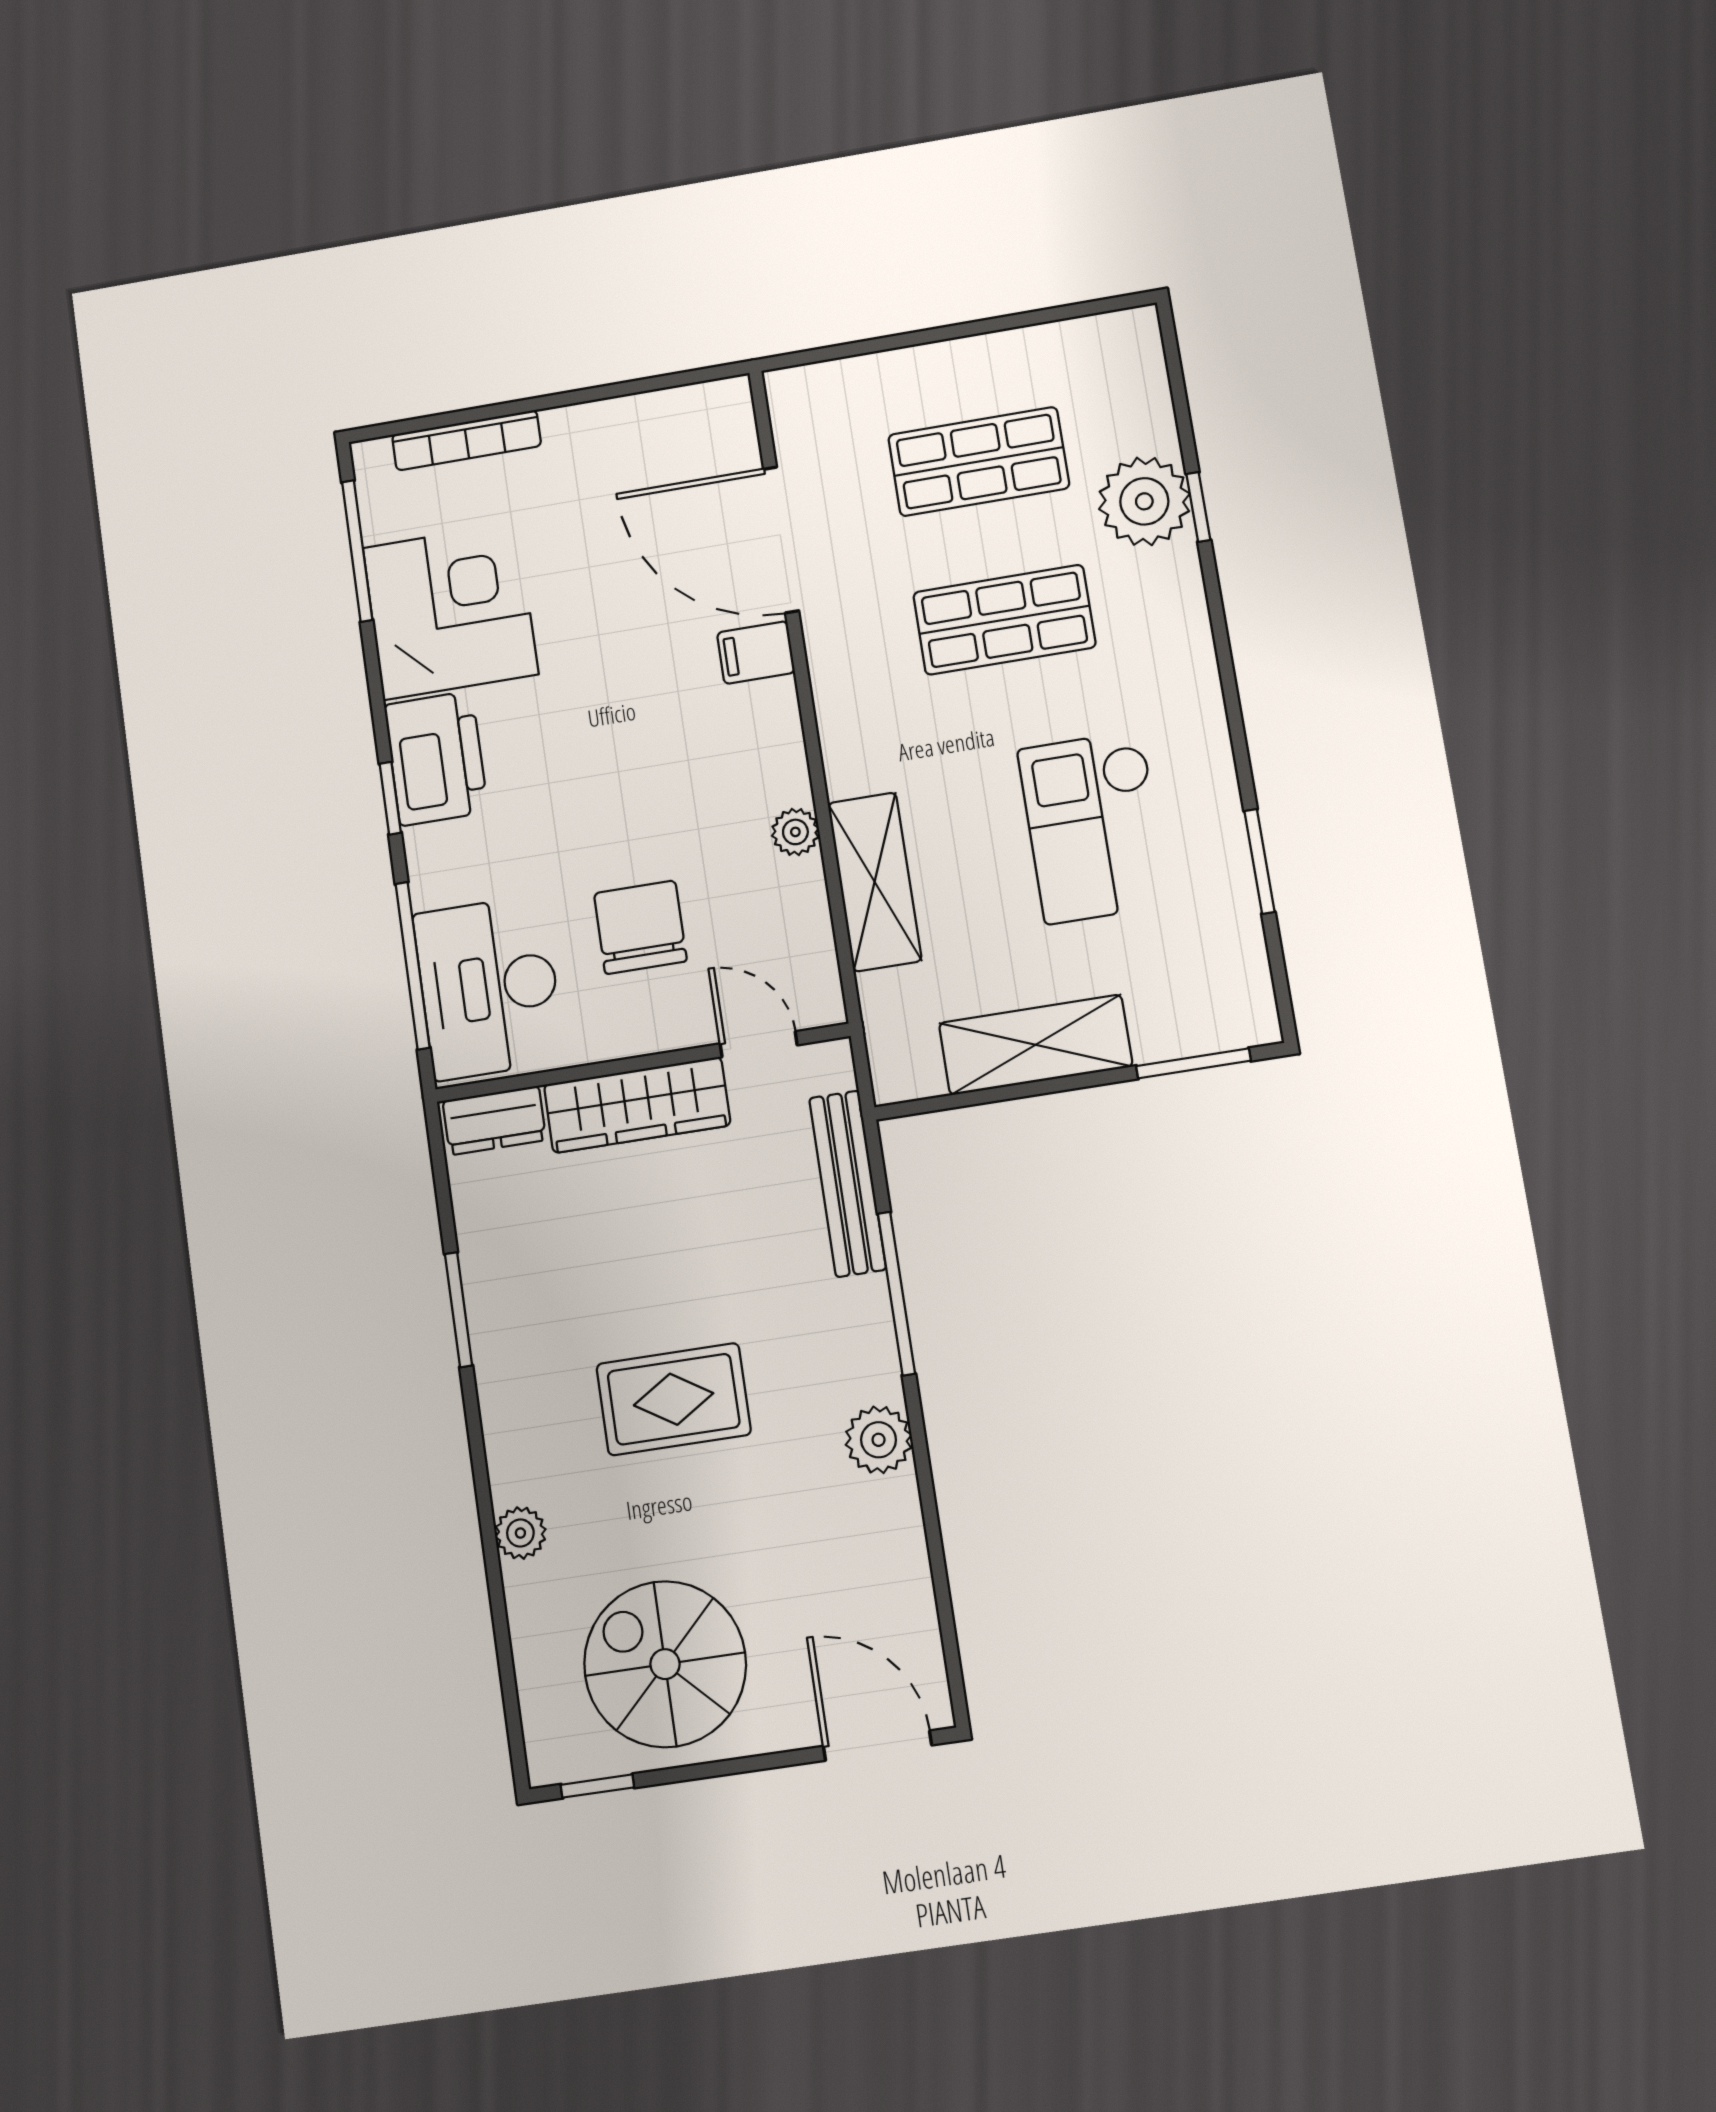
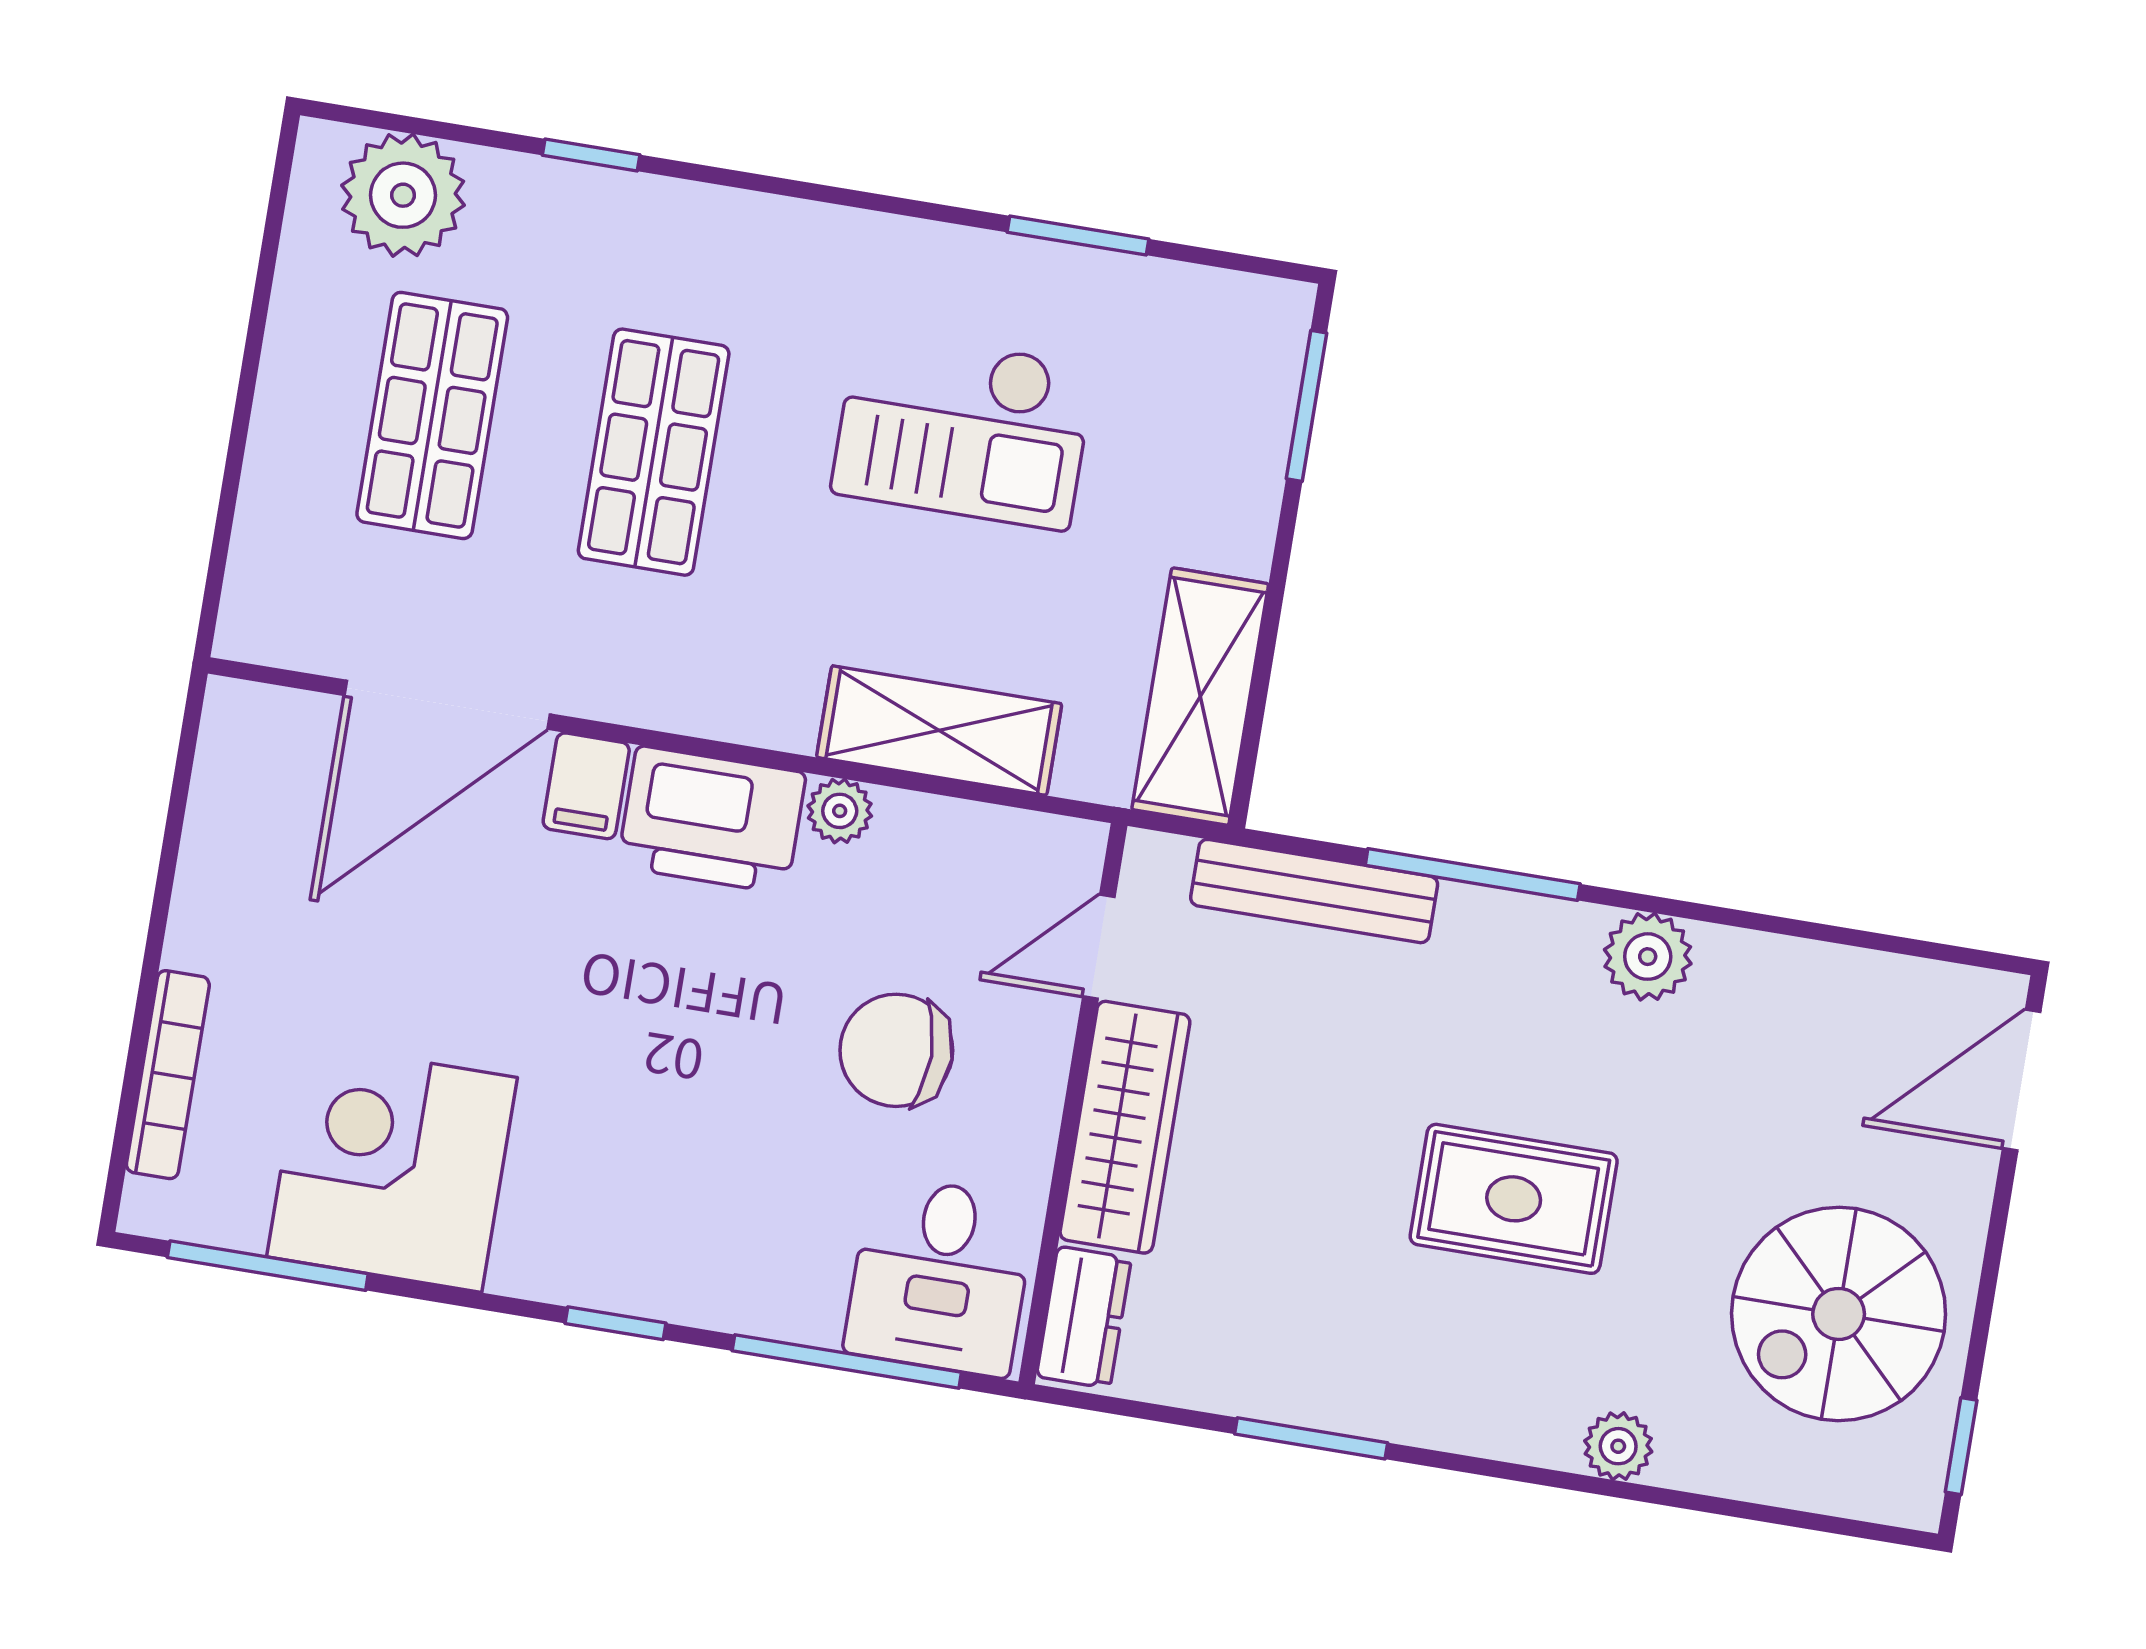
plant: (1144, 501) -> (403, 195), moved
printer: (436, 758) -> (712, 820), moved, turned 180
desk: (489, 987) -> (940, 1276), width x0.73
shelving: (1036, 1045) -> (1200, 697), moved
rug: (674, 1399) -> (1514, 1199), turned 90

